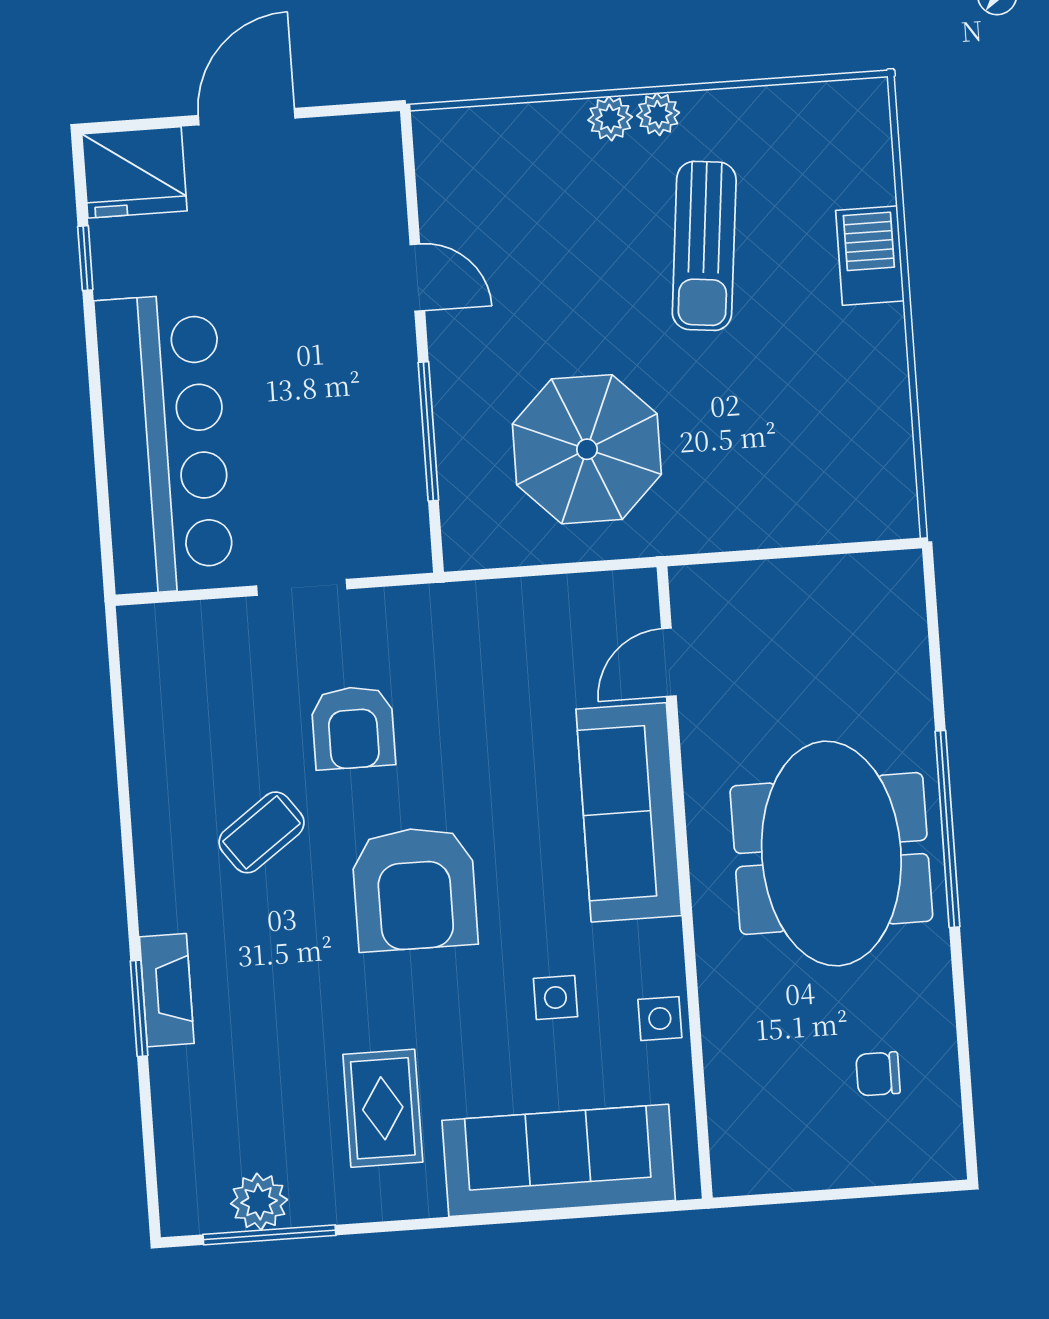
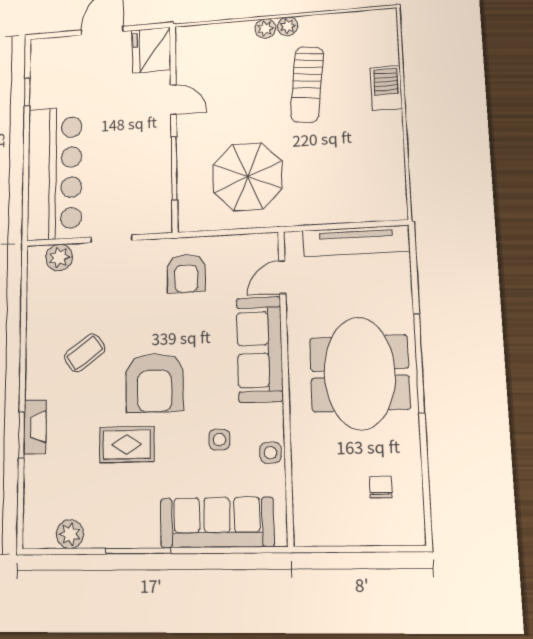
fridge: (134, 172) -> (151, 50), moved, turned 90
tv unit: (817, 583) -> (356, 241), added
plant: (189, 630) -> (59, 257), added
armchair: (353, 728) -> (186, 273), moved
chair: (878, 1074) -> (381, 487), turned 90
rug: (383, 1108) -> (127, 445), moved, turned 90
window: (269, 1235) -> (138, 551), moved

